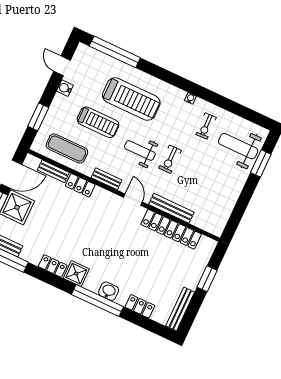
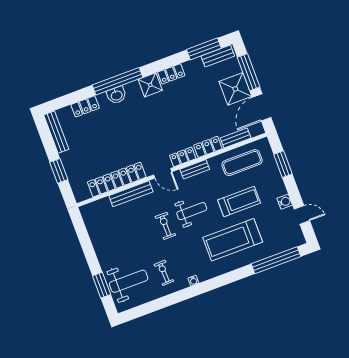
treadmill: (98, 122) -> (239, 201), turned 180
locker: (106, 197) -> (183, 157), added

